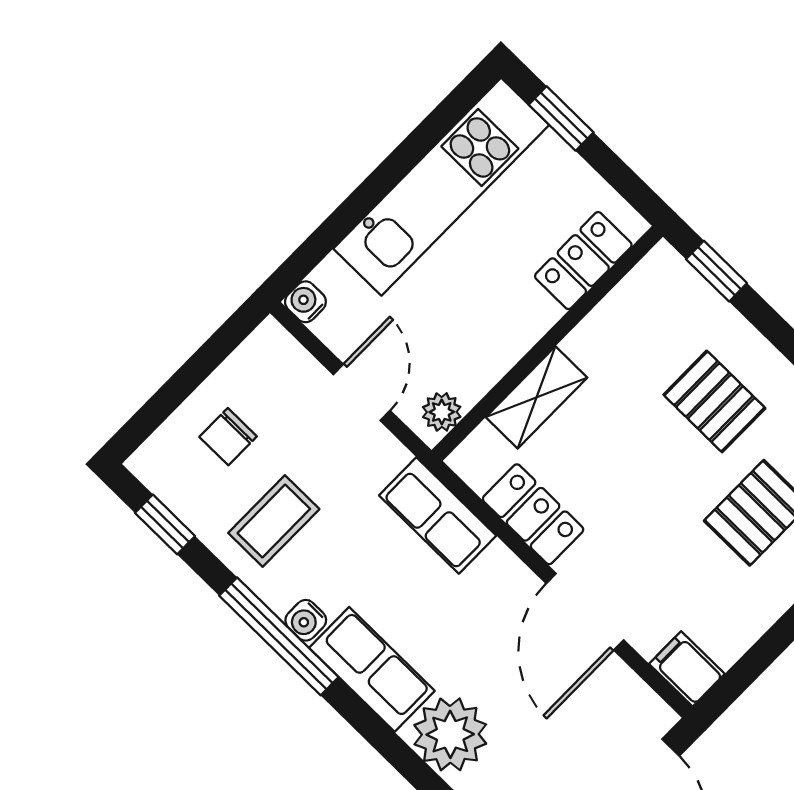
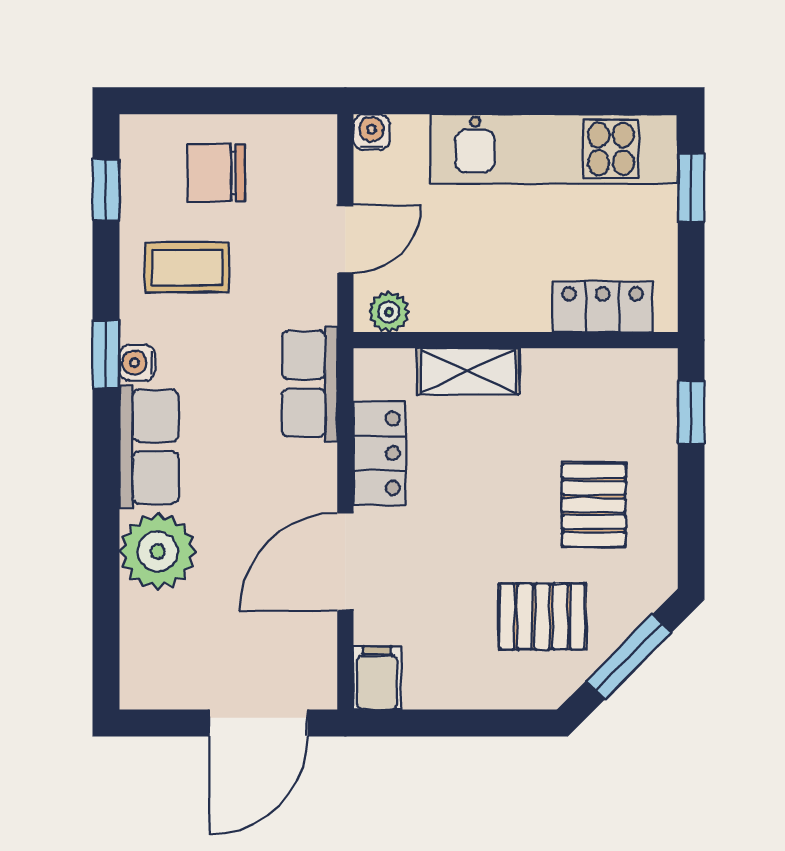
chair: (228, 437) -> (216, 173), width x1.37, depth x1.37
window: (279, 636) -> (106, 354), width x0.46

